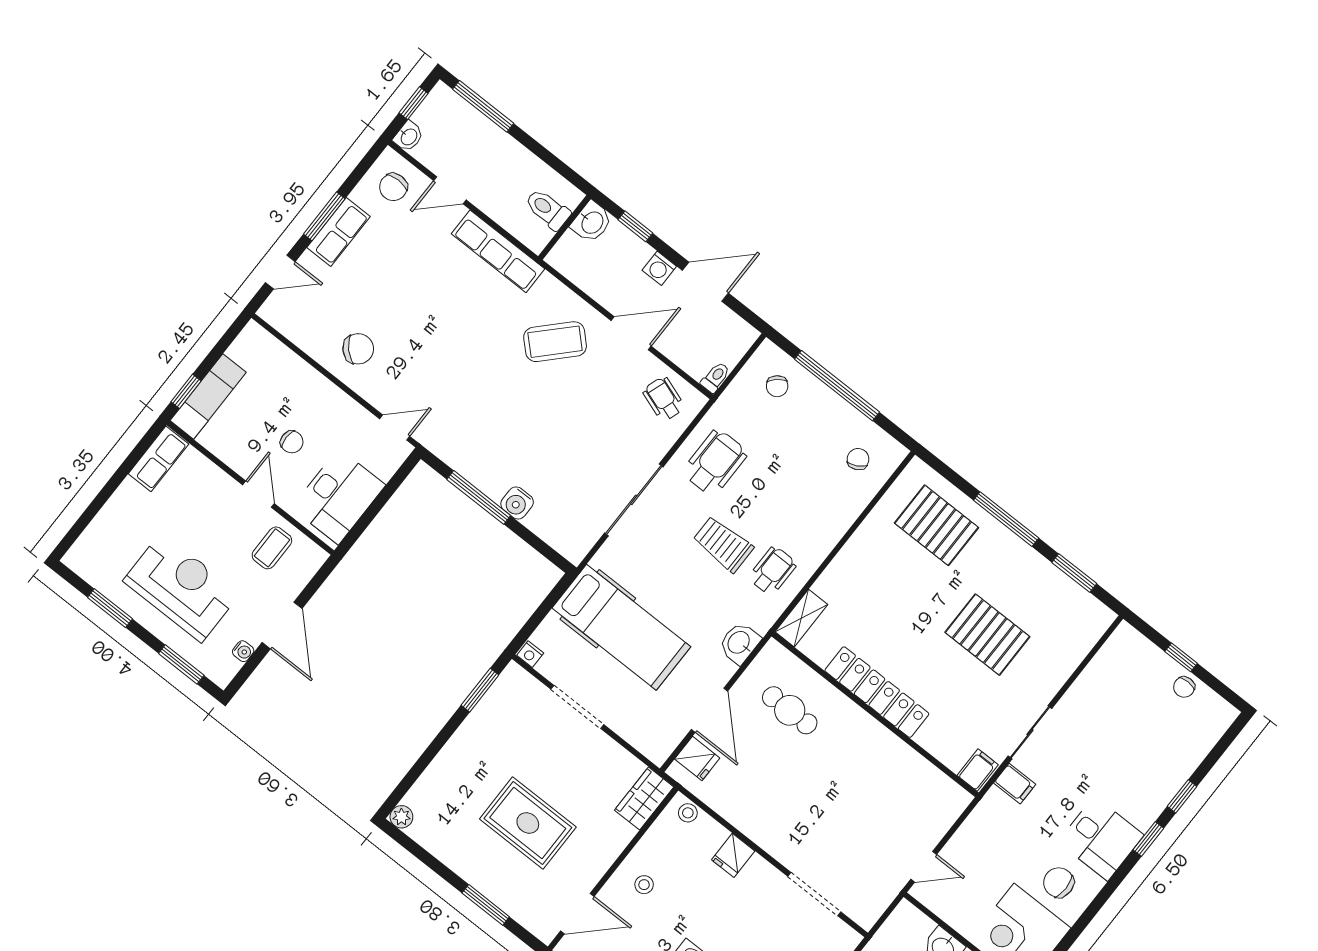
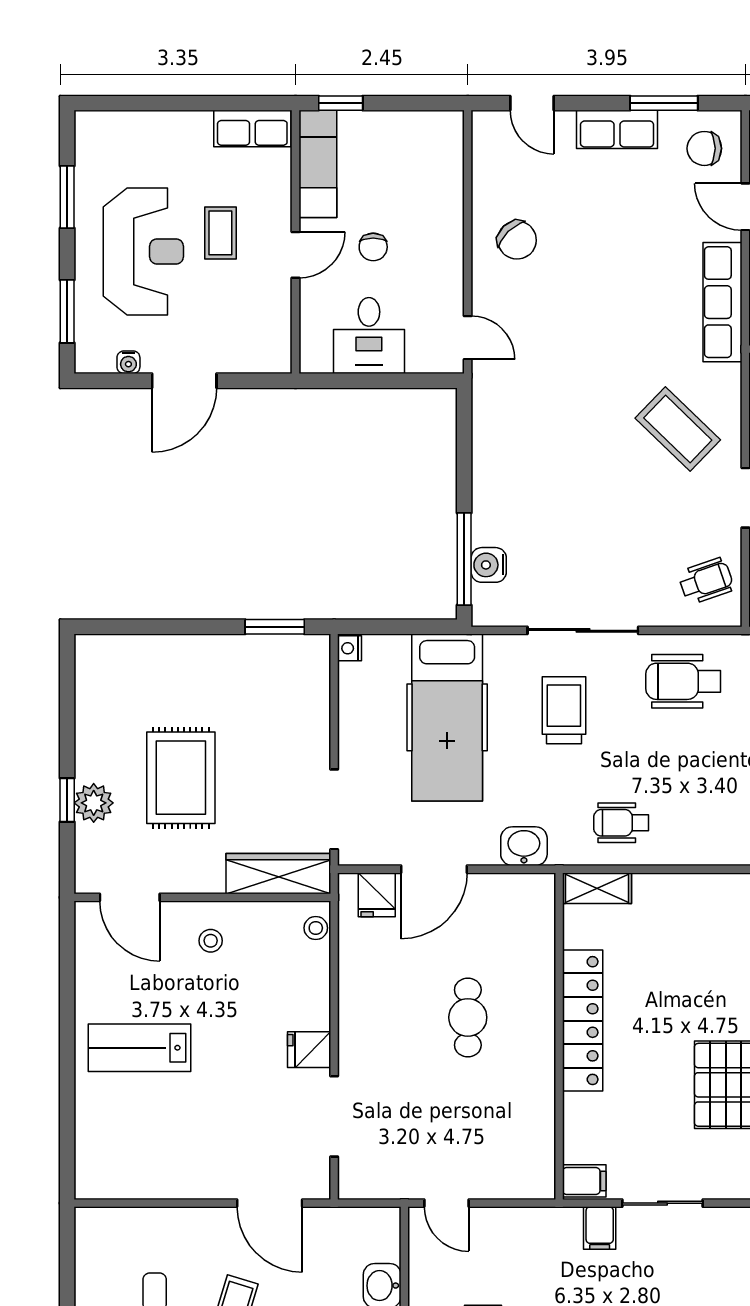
window: (324, 216) -> (664, 103), moved
exam couch: (208, 396) -> (318, 164), moved, turned -90
wheelchair: (664, 399) -> (706, 581), turned 52
wheelchair: (715, 462) -> (683, 681), turned 180
desk: (338, 496) -> (369, 336), width x0.73
window: (479, 497) -> (464, 559), moved
water cooler: (517, 503) -> (489, 565), moved
trolley: (723, 544) -> (564, 710), moved
coffee table: (272, 548) -> (220, 233), moved, turned 90
wheelchair: (773, 571) -> (621, 823), turned 180
doorway: (577, 707) -> (334, 809), moved
cafe table: (790, 710) -> (468, 1017), moved
wardrobe: (644, 799) -> (278, 874), width x1.50
plant: (401, 817) -> (94, 803), moved, width x1.38, depth x1.38
fridge: (733, 855) -> (309, 1050), moved
window: (486, 905) -> (67, 800), width x0.67

